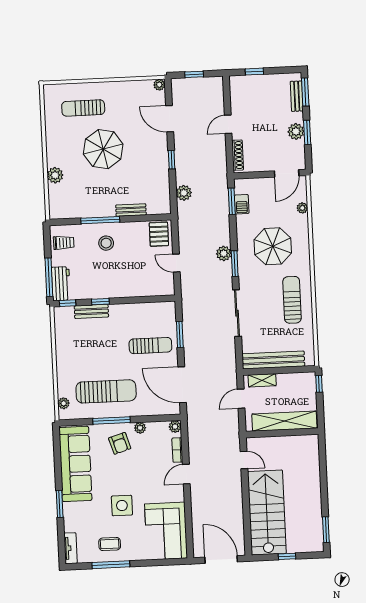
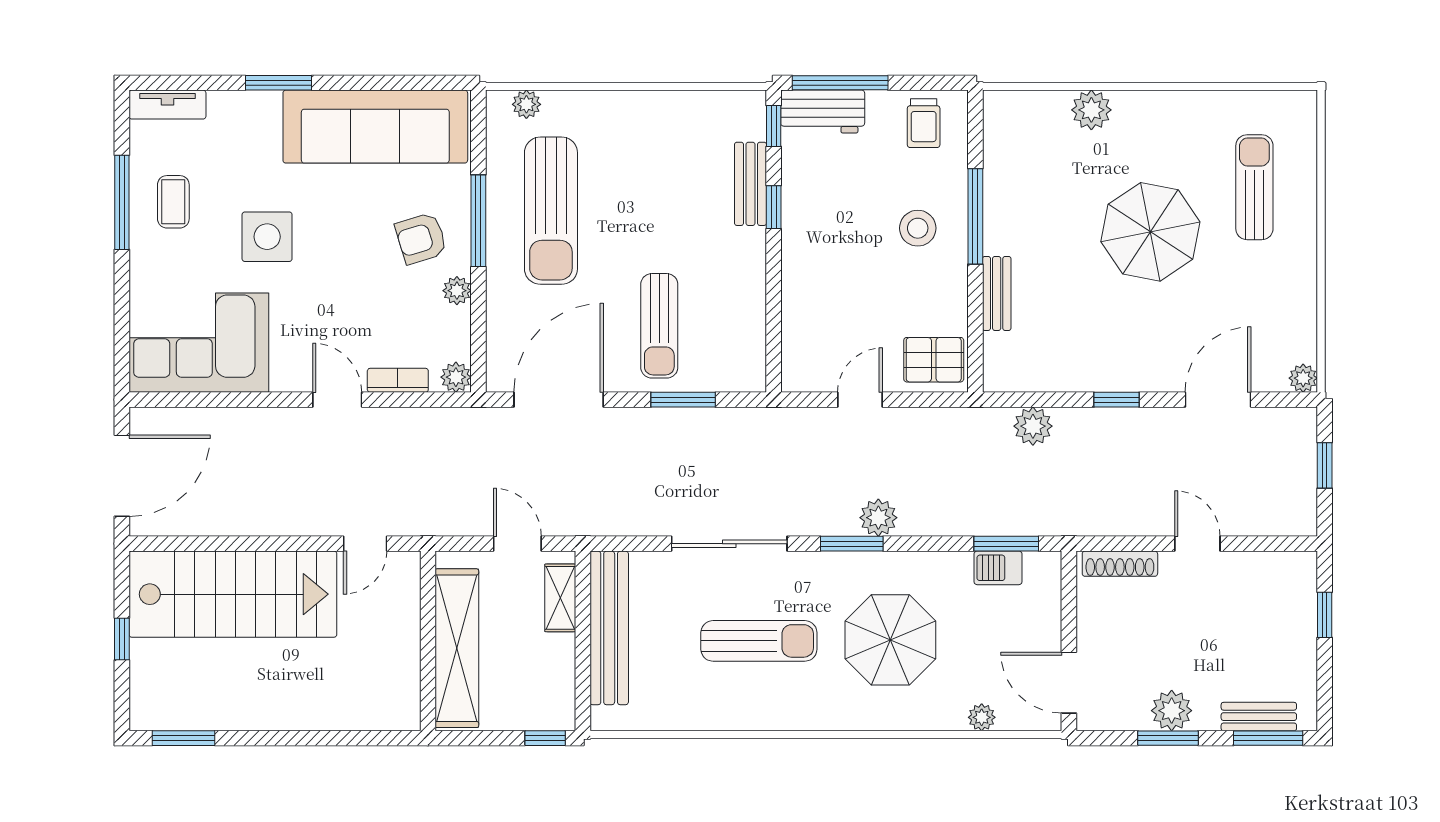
sun lounger: (292, 300) -> (759, 641), moved

